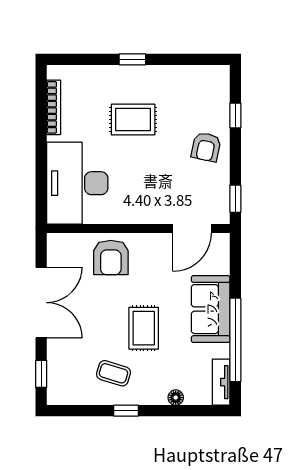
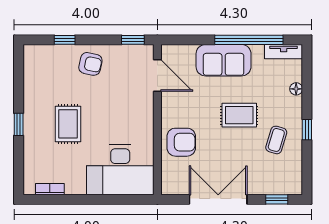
bookcase: (54, 107) -> (50, 189), width x0.64

